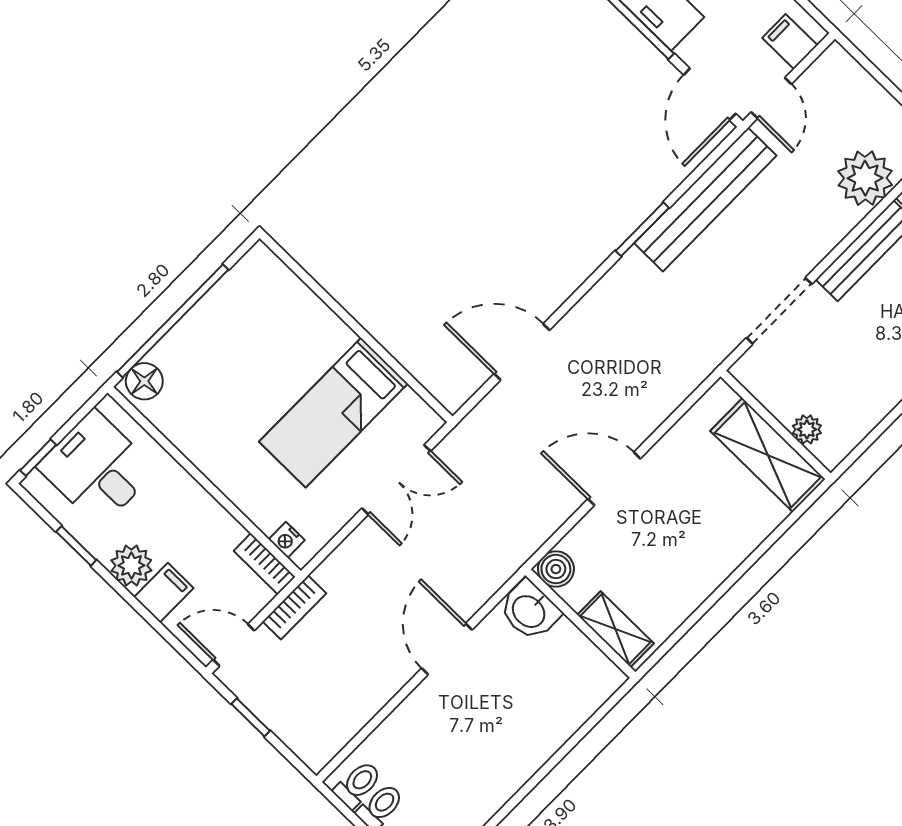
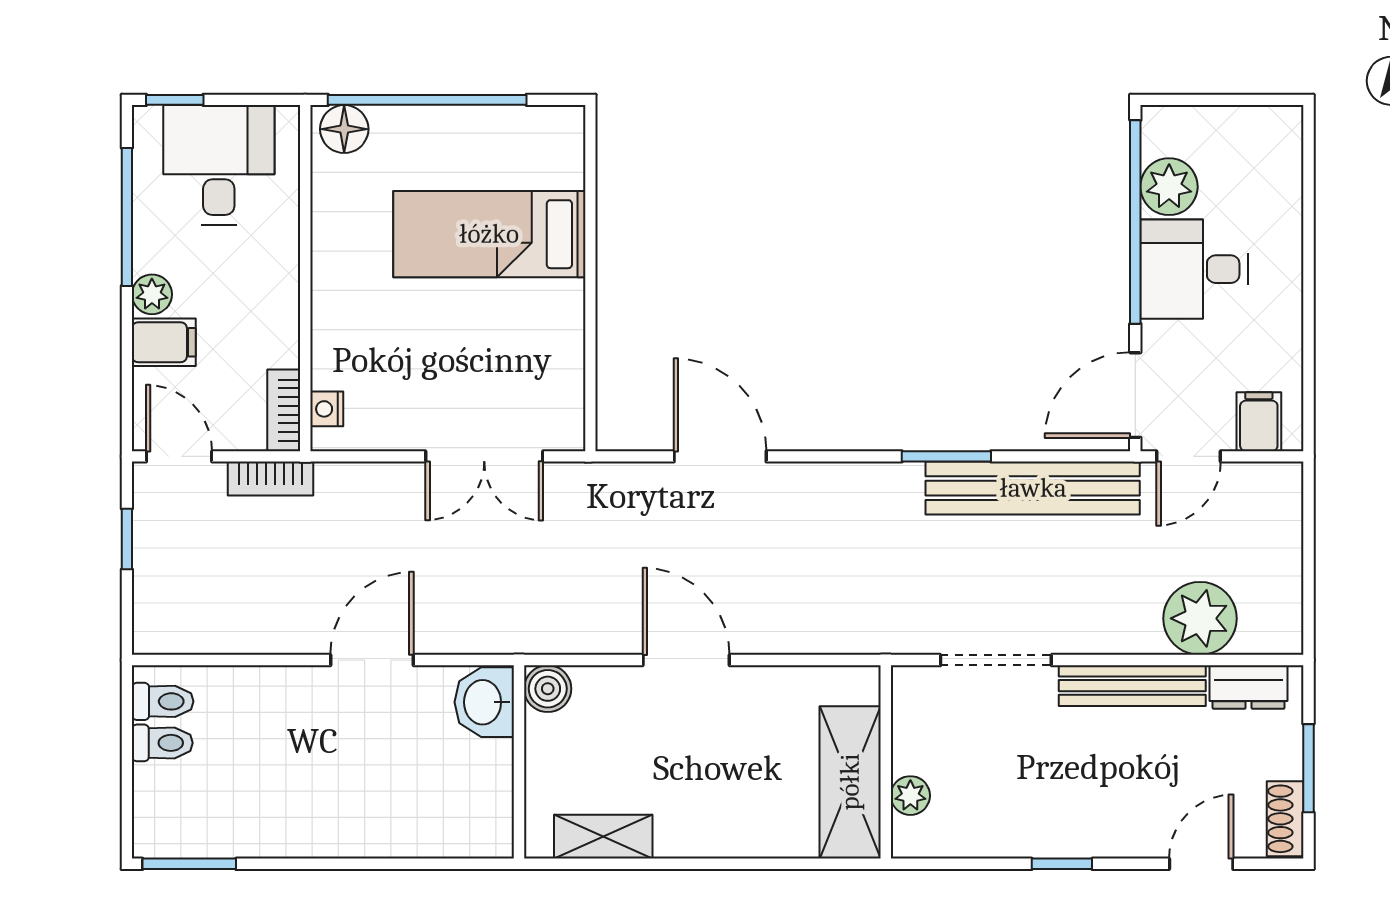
bed: (333, 413) -> (489, 234), moved
window: (76, 546) -> (127, 217), width x2.17
plant: (131, 565) -> (152, 294), width x0.73, depth x0.73
shelving: (615, 629) -> (603, 837), moved, turned 90

